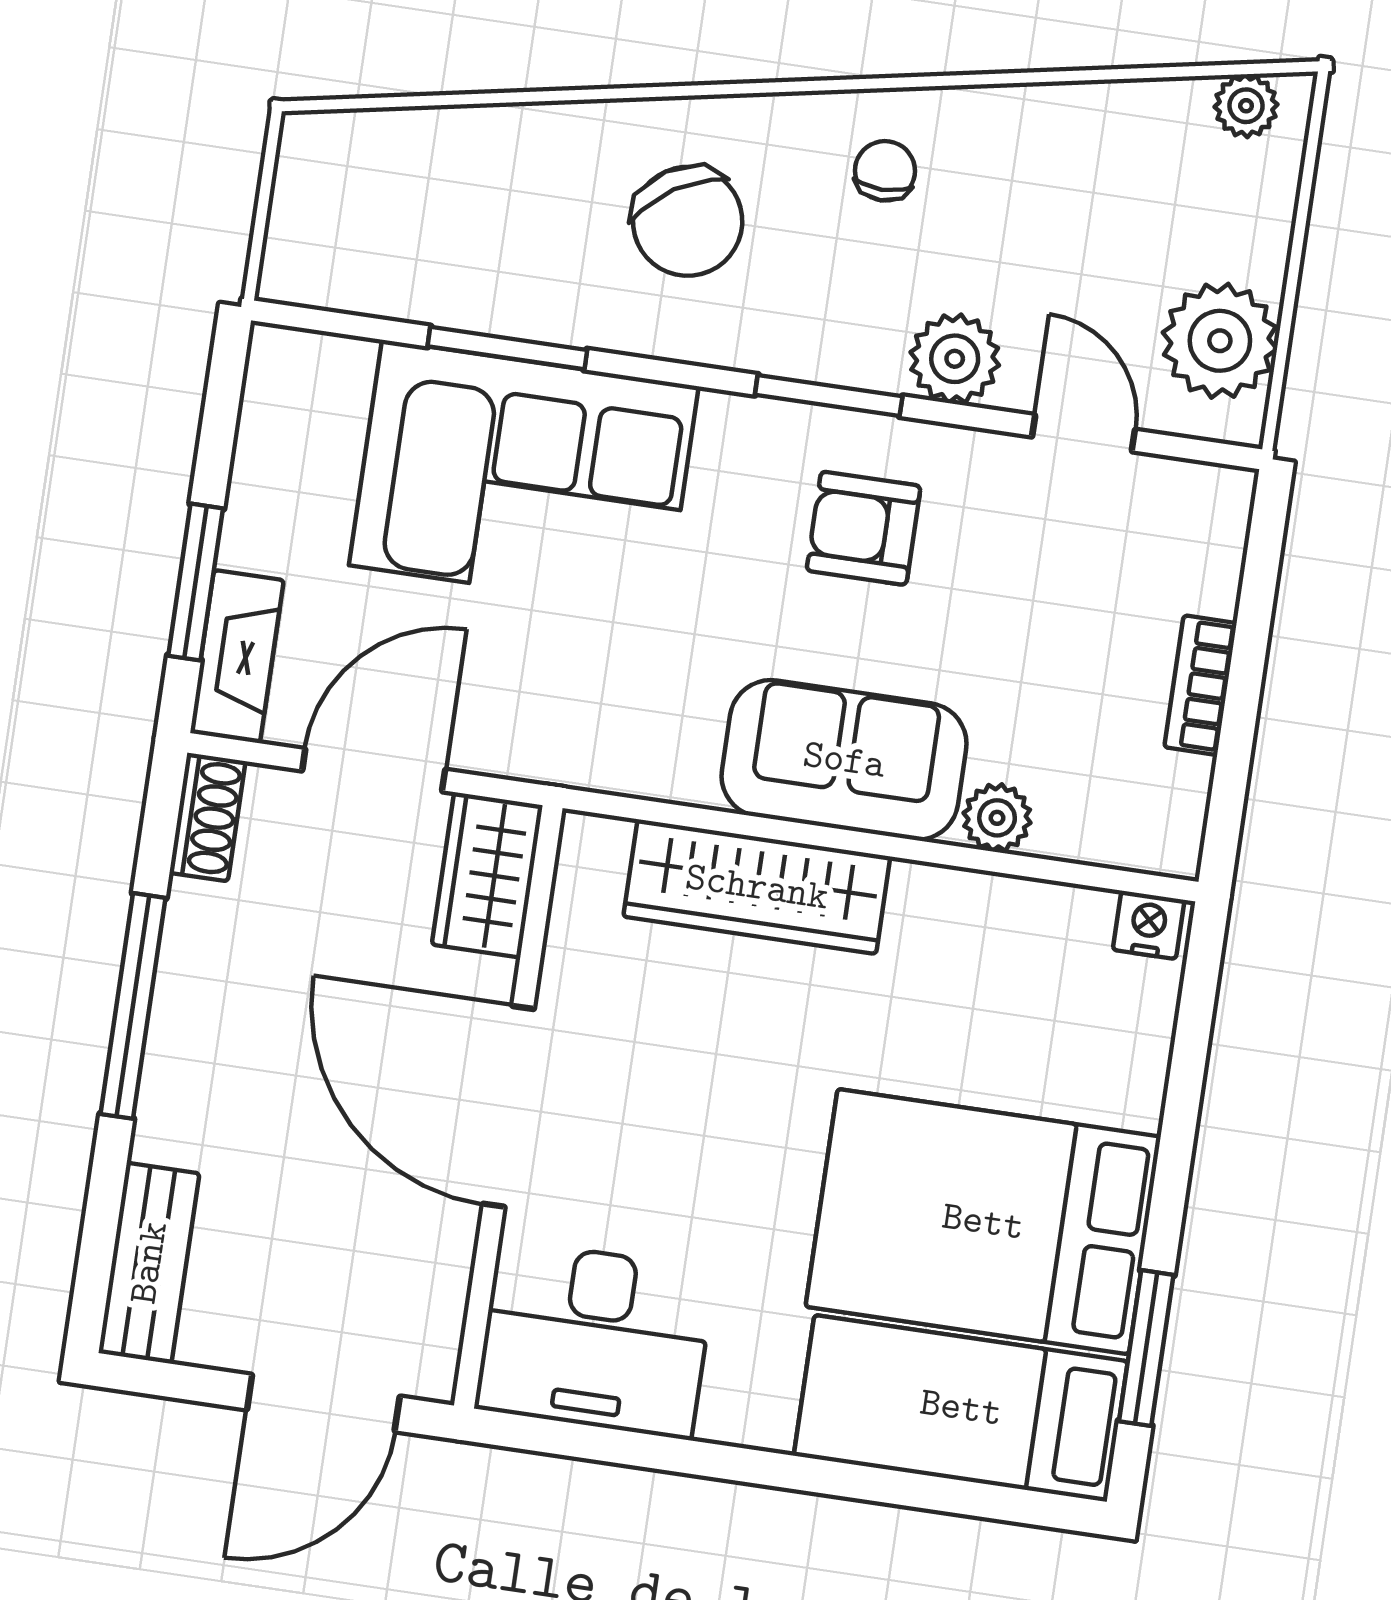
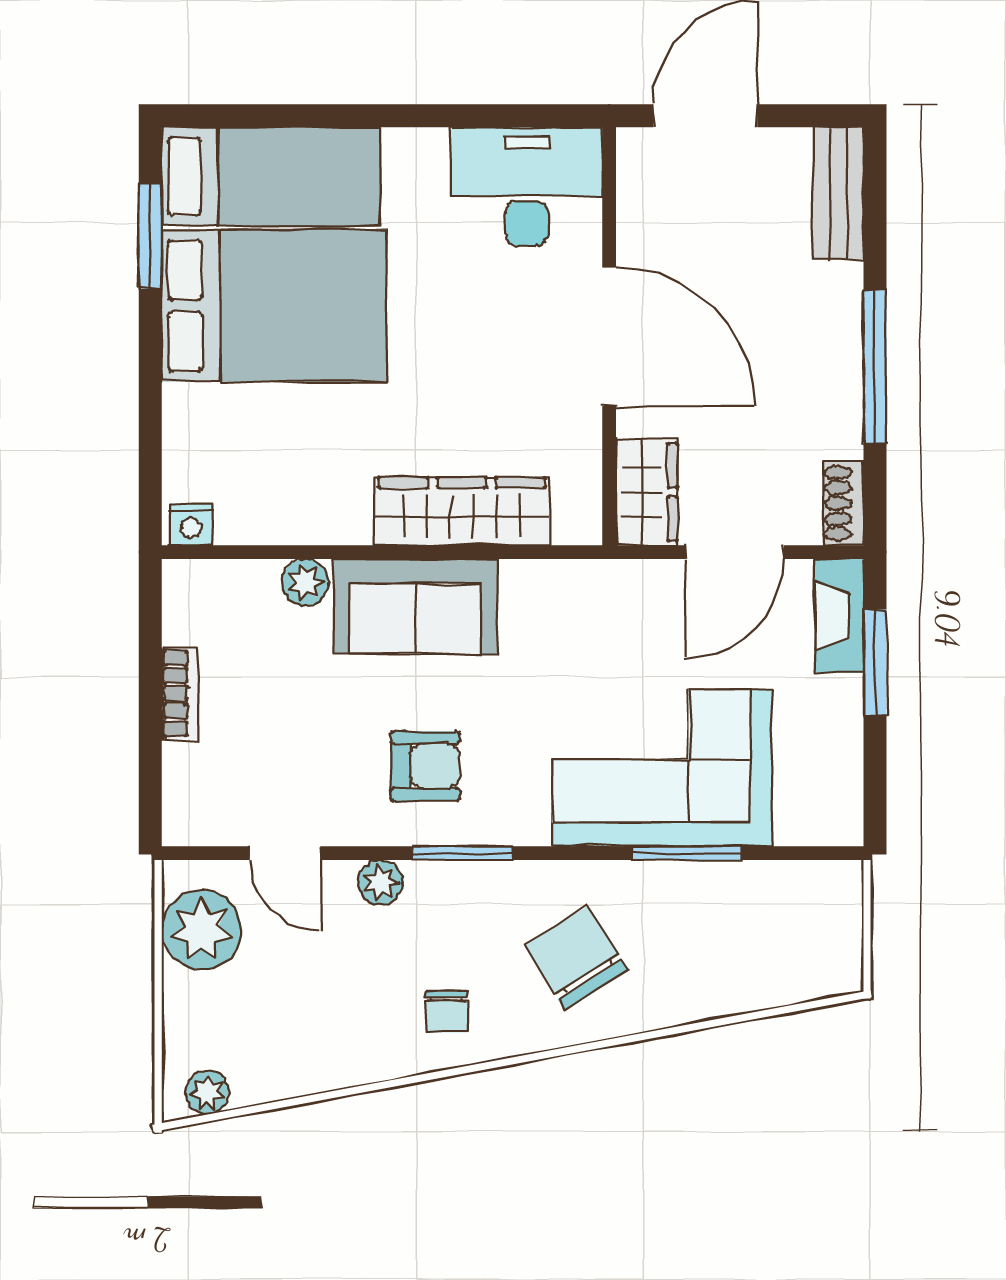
plant: (955, 359) -> (380, 882), width x0.73, depth x0.73

